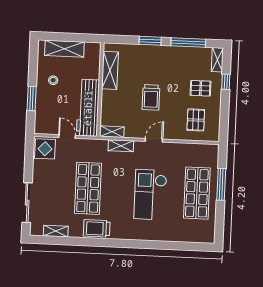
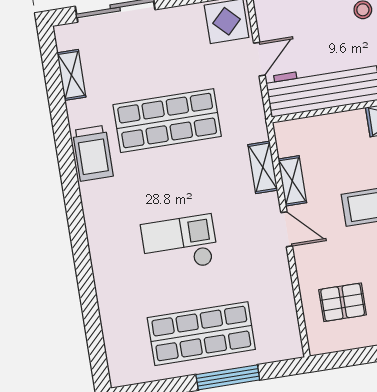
shelving: (112, 132) -> (292, 181), moved
checkout: (150, 195) -> (180, 244), width x0.73, depth x0.83
trolley: (97, 228) -> (93, 153), turned 180

